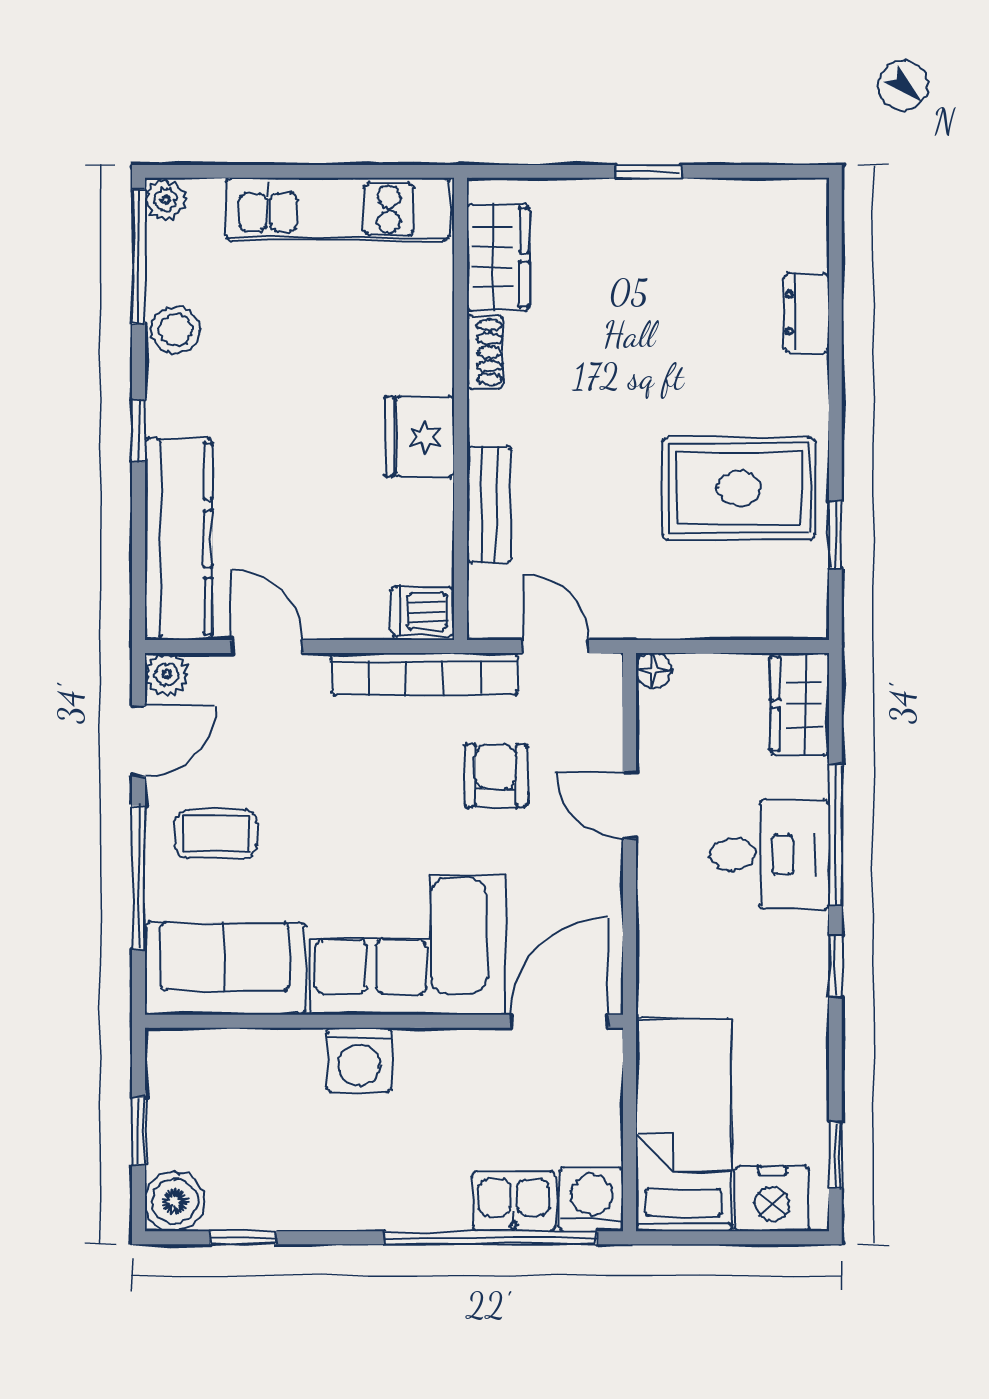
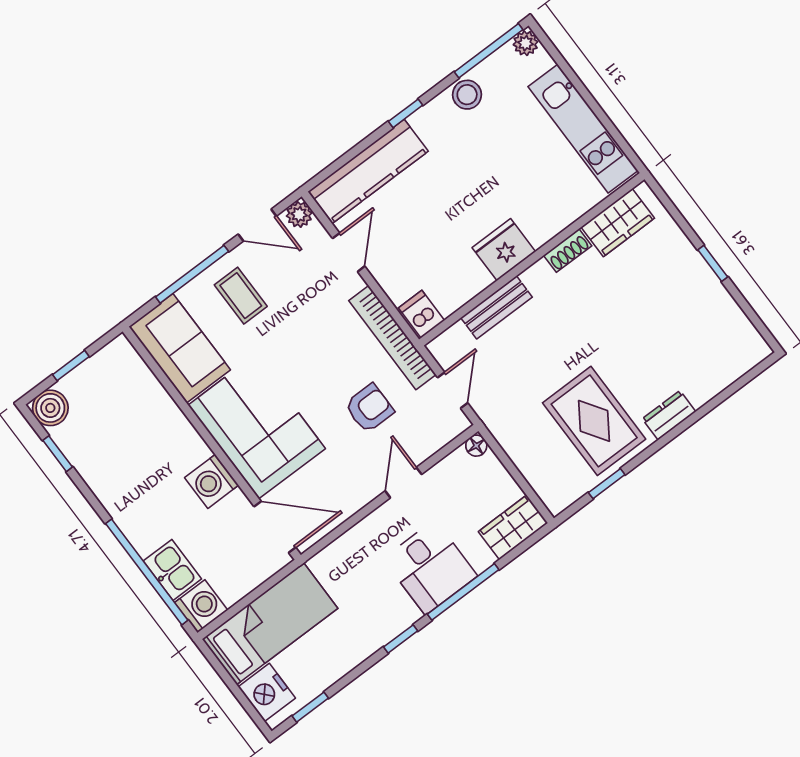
dresser: (807, 313) -> (669, 415), moved
washing machine: (359, 1060) -> (212, 481), moved

